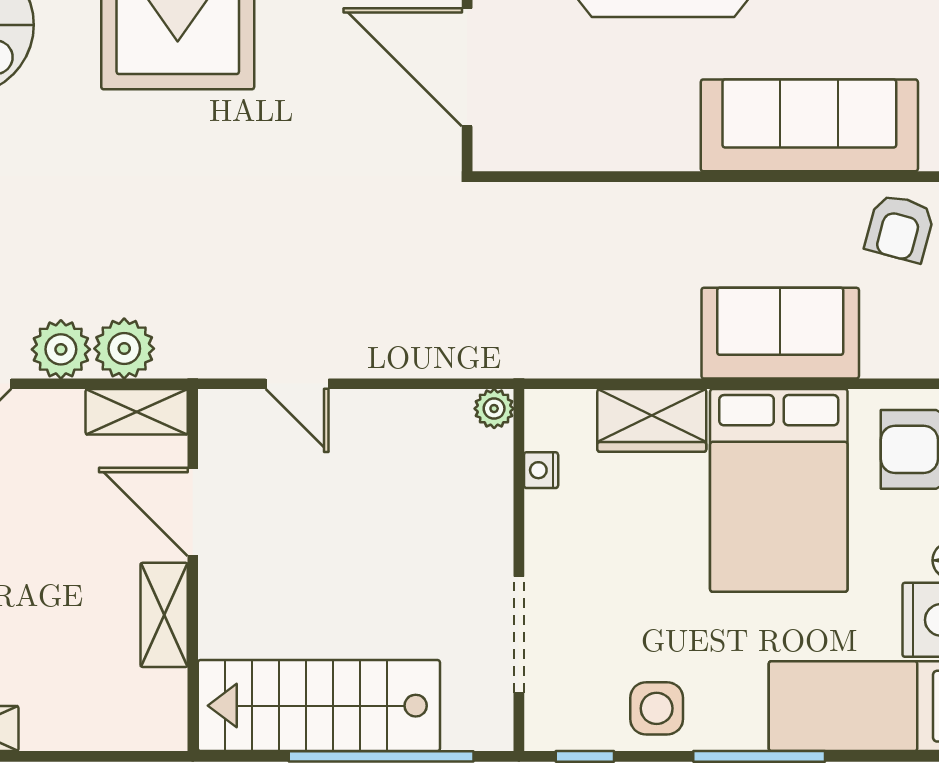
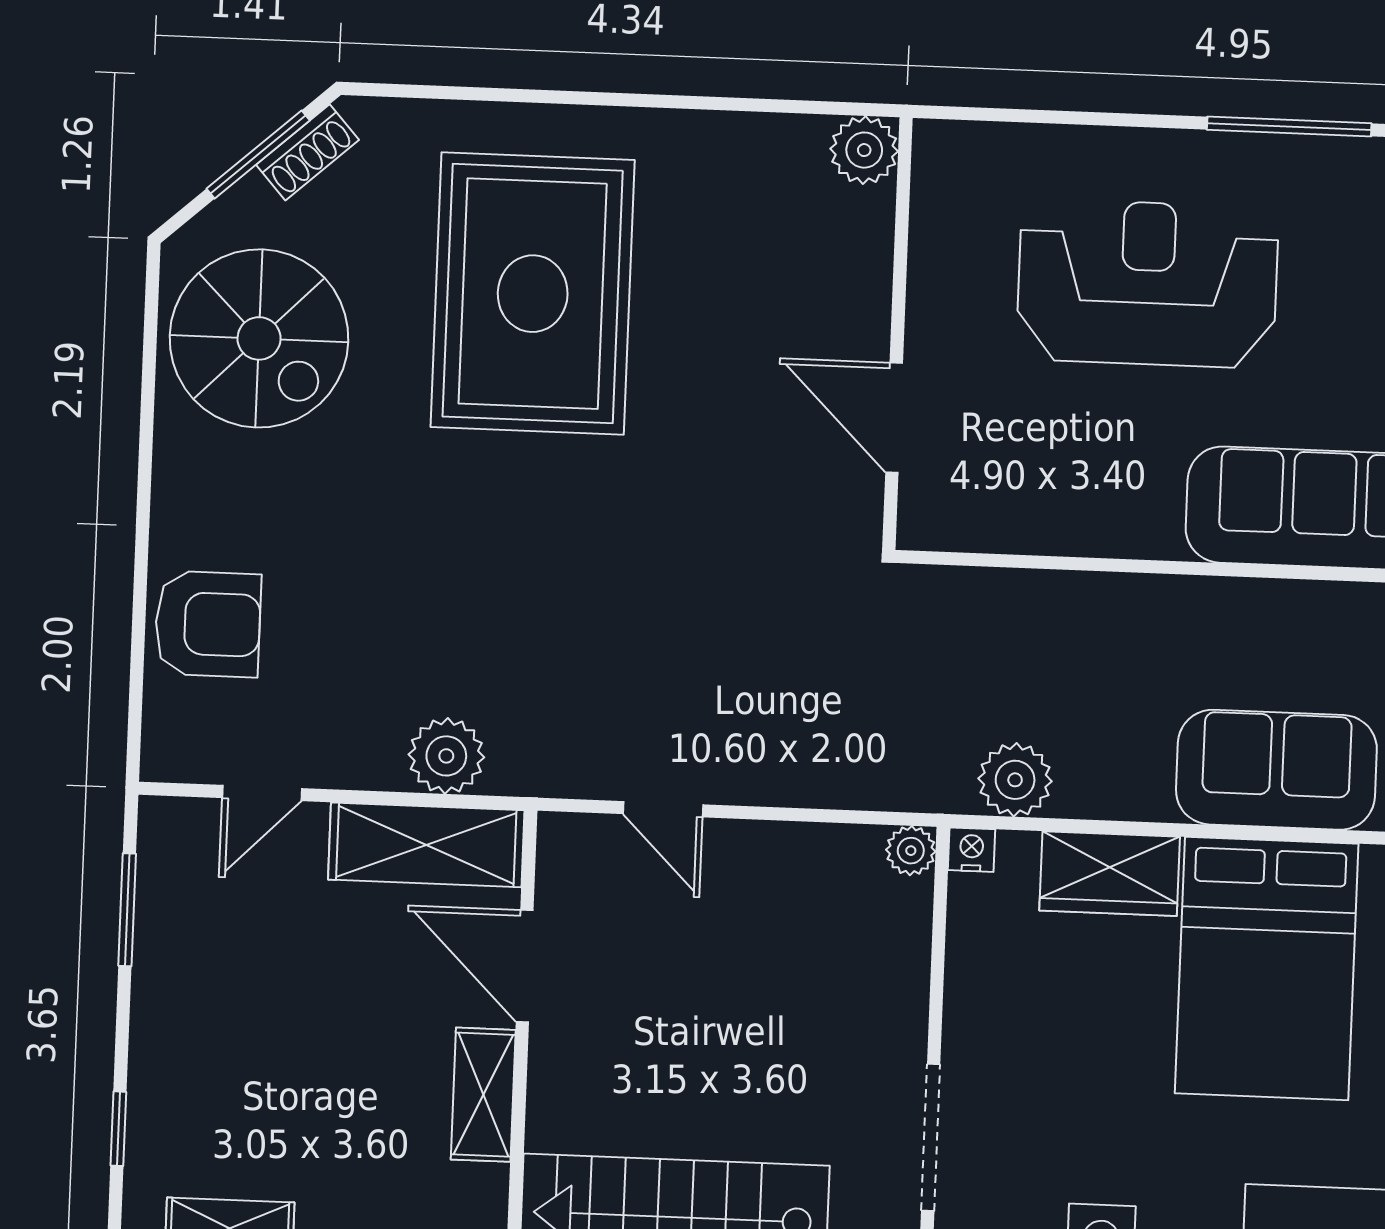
door: (467, 67) -> (894, 418), width x0.73
plant: (61, 349) -> (1015, 780), moved
shelving: (137, 412) -> (426, 845), width x1.50, depth x1.33
nightstand: (541, 470) -> (972, 850), moved, turned 90

